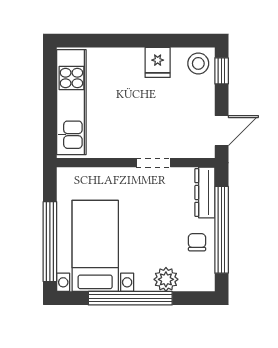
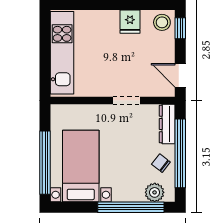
door: (222, 131) -> (180, 75), swing flipped
chair: (197, 242) -> (161, 163), turned -52
plant: (166, 279) -> (155, 192), moved
window: (130, 298) -> (131, 207), moved

